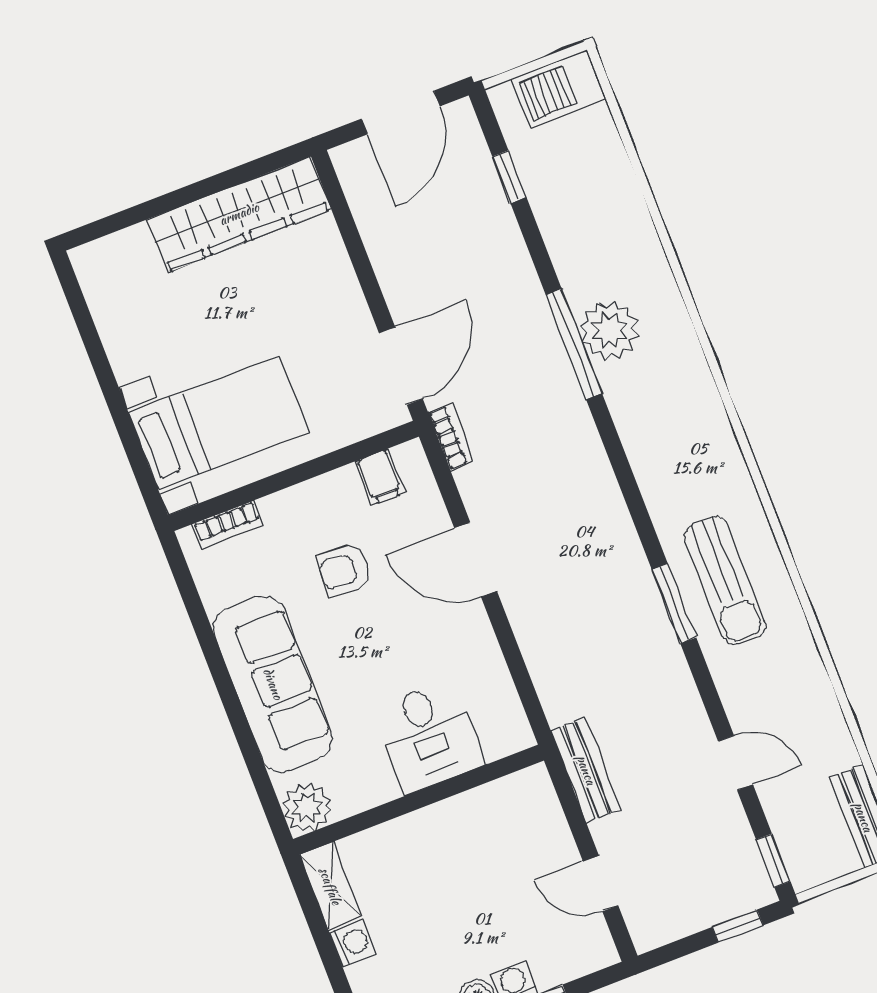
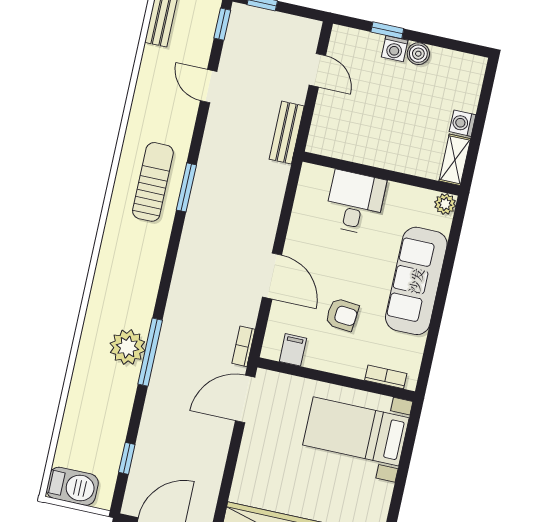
plant: (307, 807) -> (445, 204), width x0.73, depth x0.73

